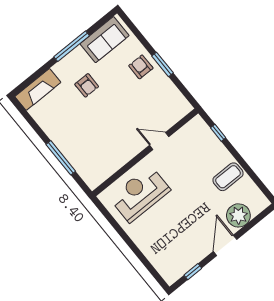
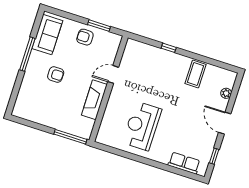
fireplace: (38, 89) -> (94, 100), moved, turned 180
door: (159, 141) -> (113, 74), moved
wall: (145, 152) -> (109, 89), moved
plant: (238, 215) -> (226, 93), width x0.53, depth x0.53
row of seats: (158, 259) -> (184, 163), added

